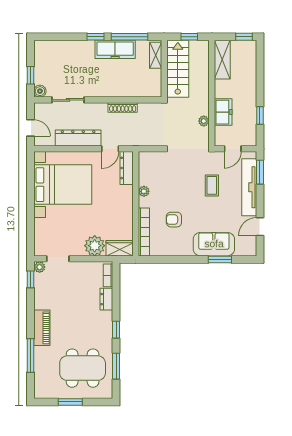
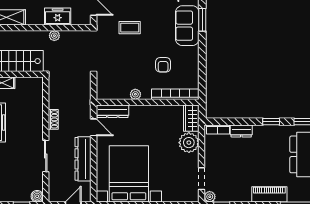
sliding door: (68, 100) -> (46, 156), moved
shoe rack: (123, 108) -> (53, 119), width x0.70
plant: (204, 121) -> (54, 36), moved

